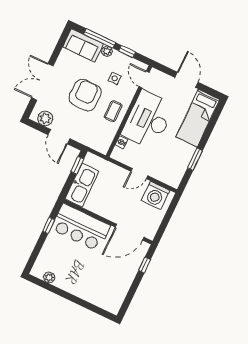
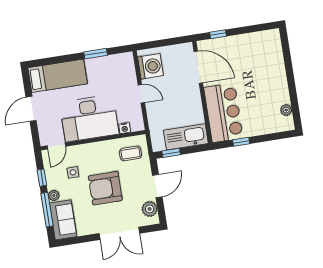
coffee table: (113, 111) -> (130, 153), moved

